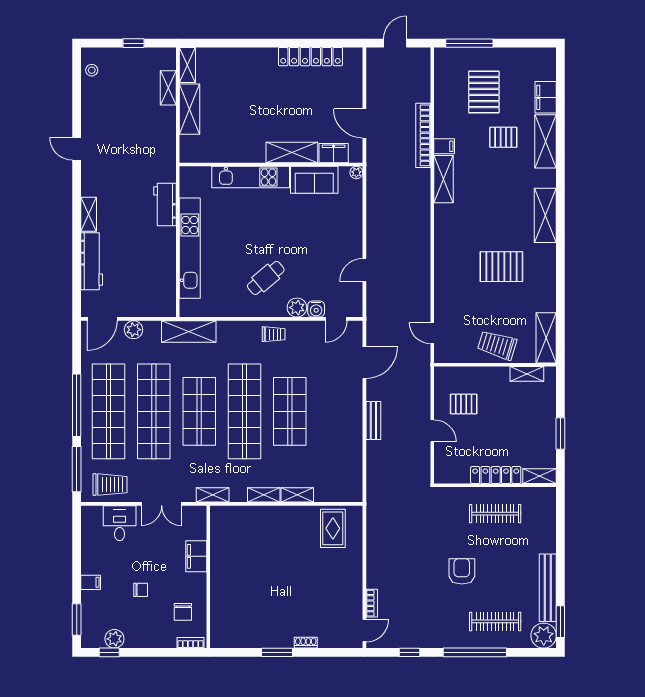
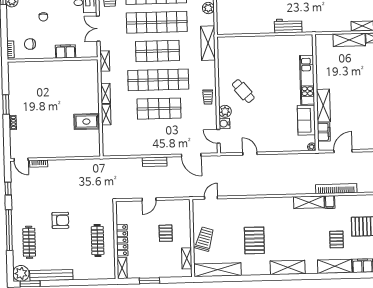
kitchen unit: (190, 248) -> (261, 42), removed
shelving: (546, 338) -> (217, 270), width x1.47
pallet: (464, 404) -> (166, 233), moved
rug: (333, 528) -> (86, 122), moved

